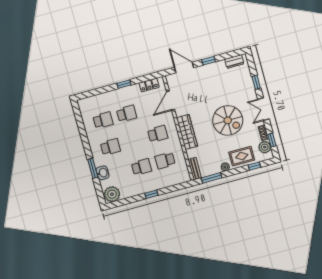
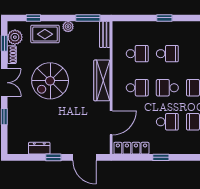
dresser: (234, 61) -> (39, 148), moved
locker: (149, 85) -> (131, 148), width x1.53
school desk: (127, 114) -> (167, 122), turned 180
spiral stairs: (228, 120) -> (50, 81), turned -90
school desk: (158, 134) -> (137, 88), turned 180
school desk: (134, 140) -> (167, 88), added
school desk: (141, 167) -> (167, 54), turned 180

